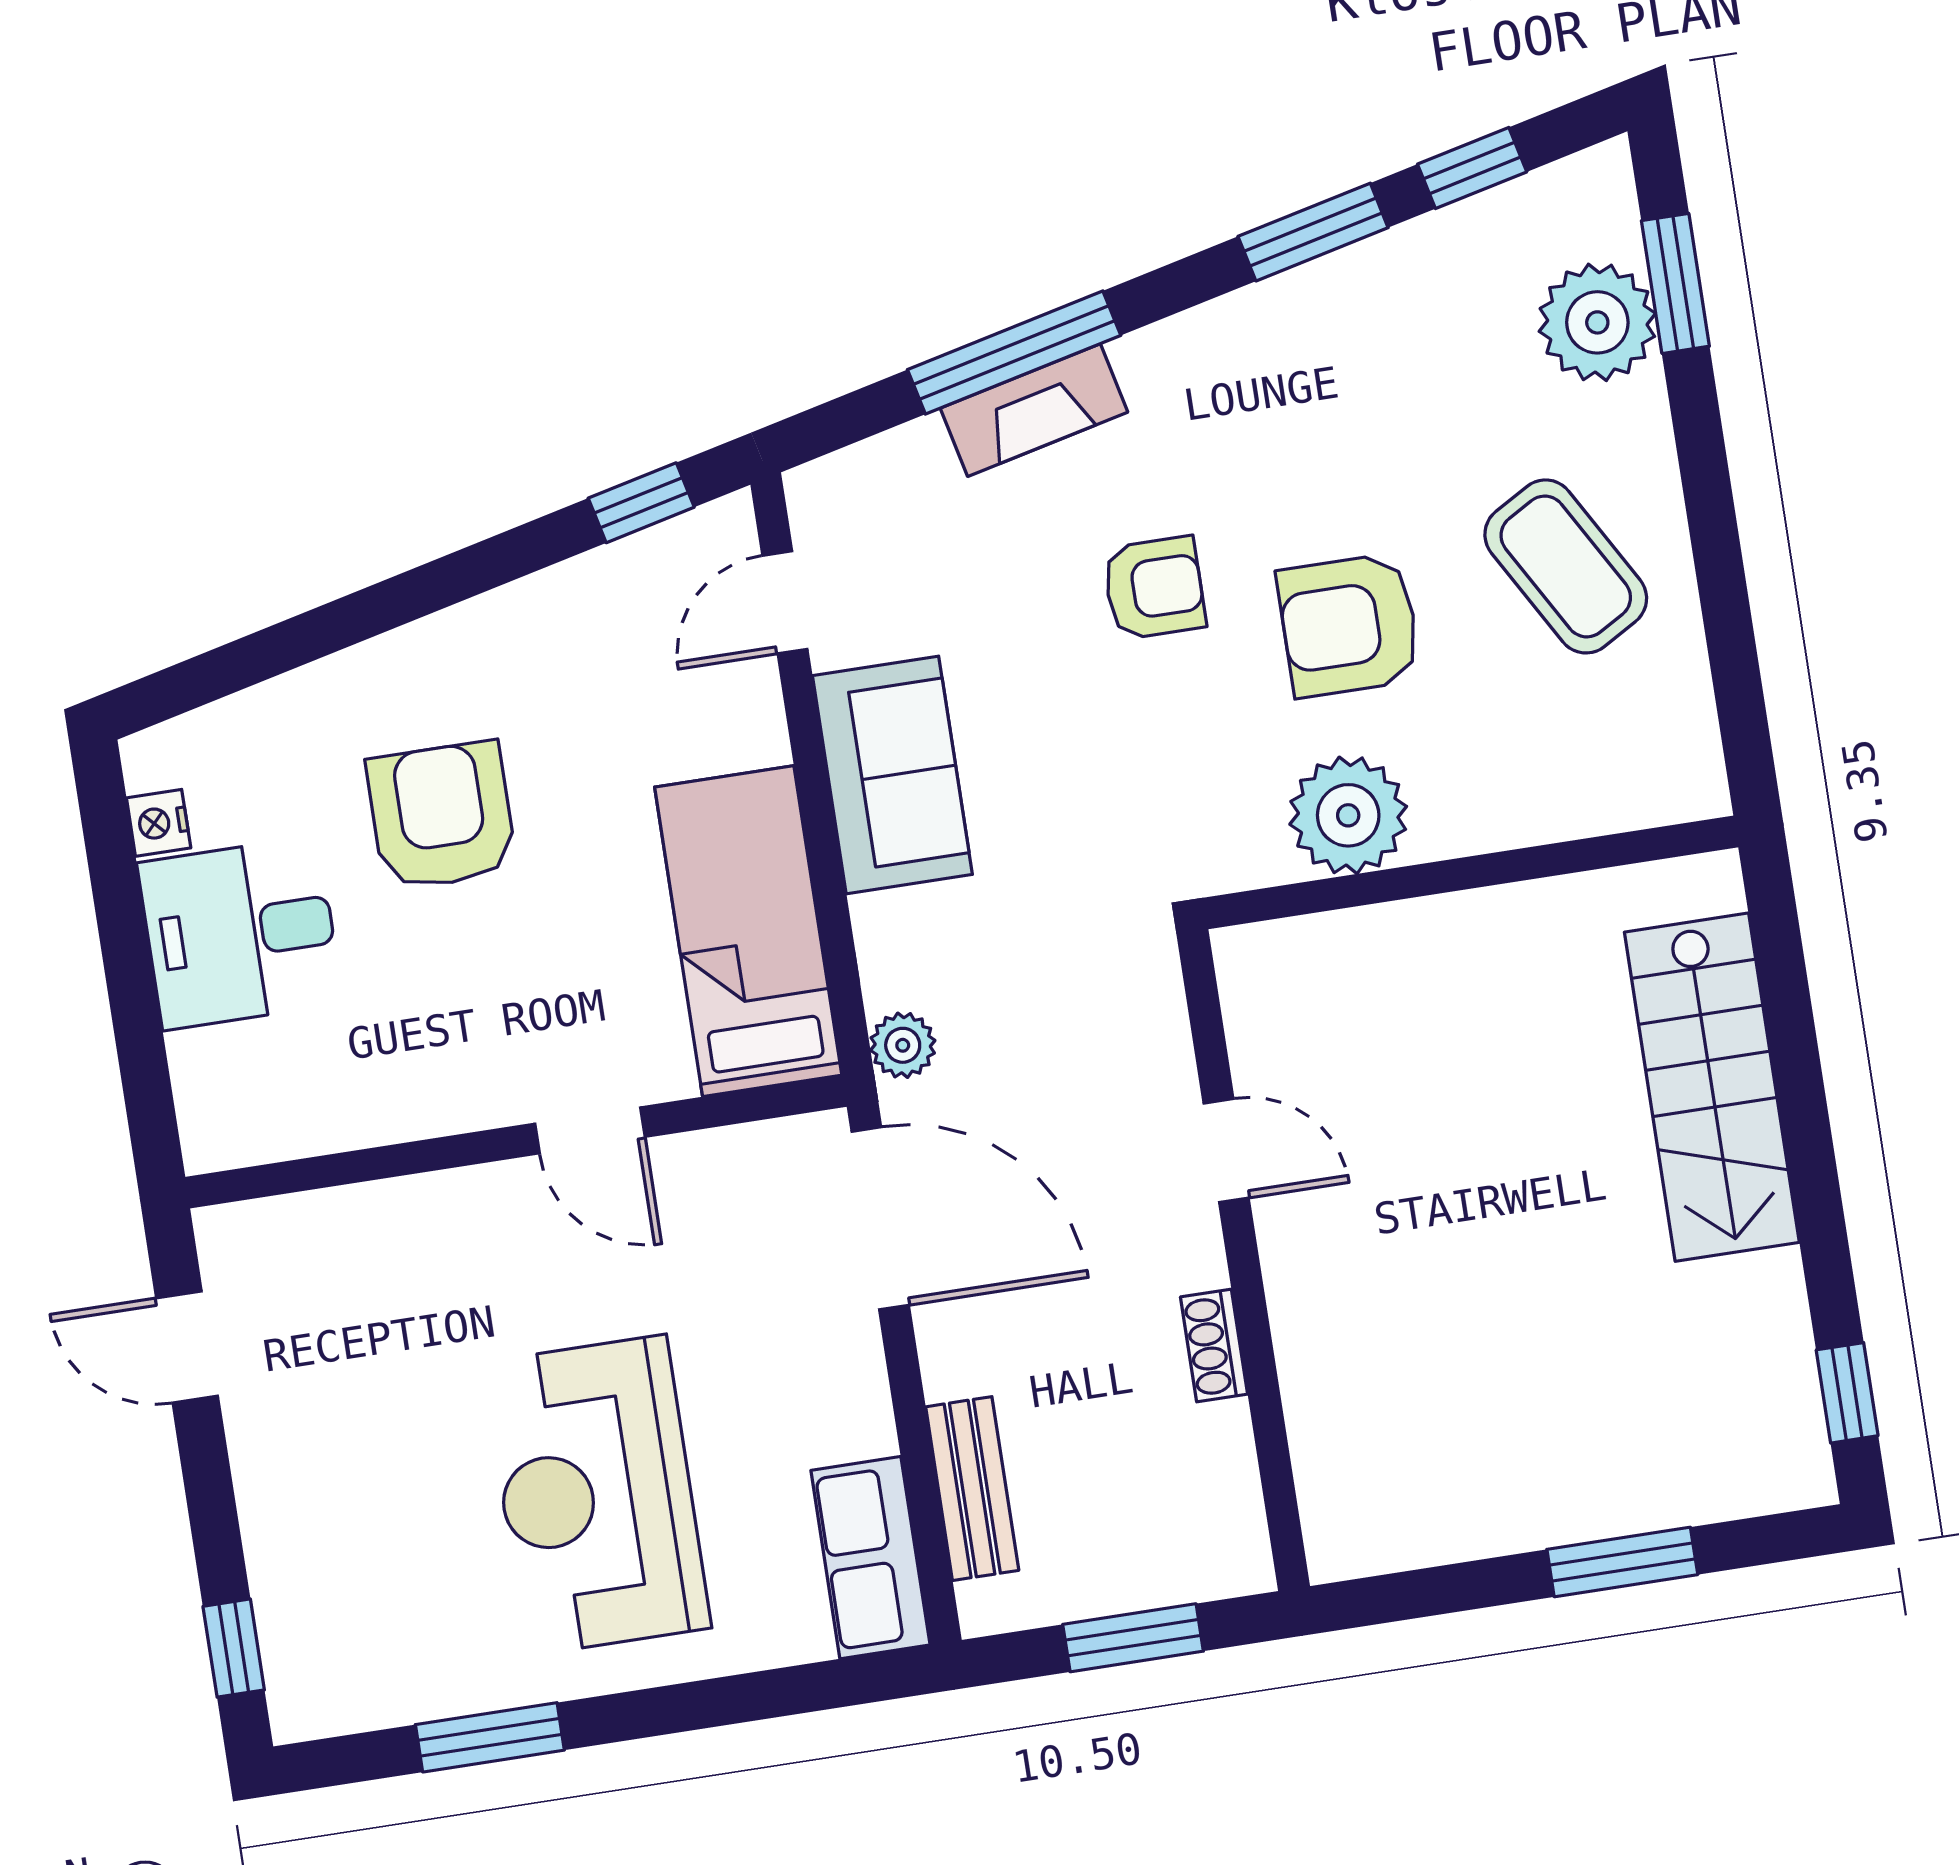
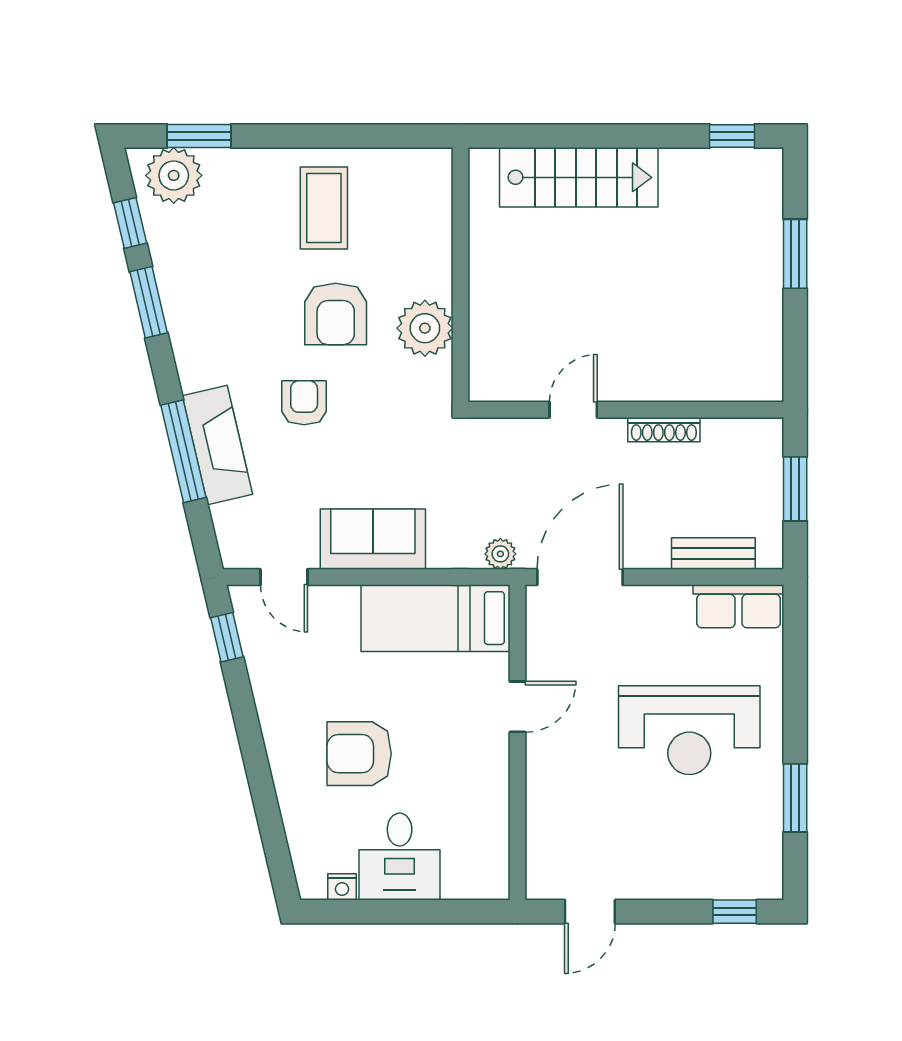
plant: (1597, 322) -> (174, 175), moved
fireplace: (1034, 410) -> (217, 445), width x1.37, depth x1.32
coffee table: (1566, 566) -> (324, 208), turned -60
shoe rack: (1214, 1346) -> (664, 430), width x1.43

